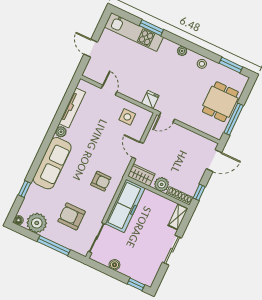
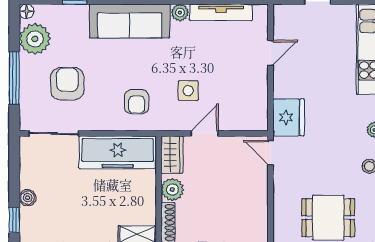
fridge: (150, 100) -> (289, 117), width x1.88, depth x1.34
side table: (127, 117) -> (188, 91), moved
boiler: (114, 265) -> (28, 198), moved

